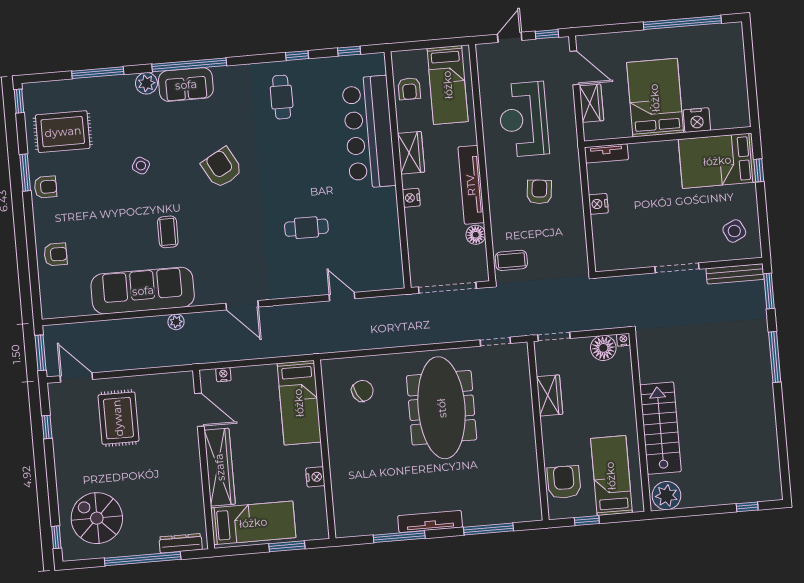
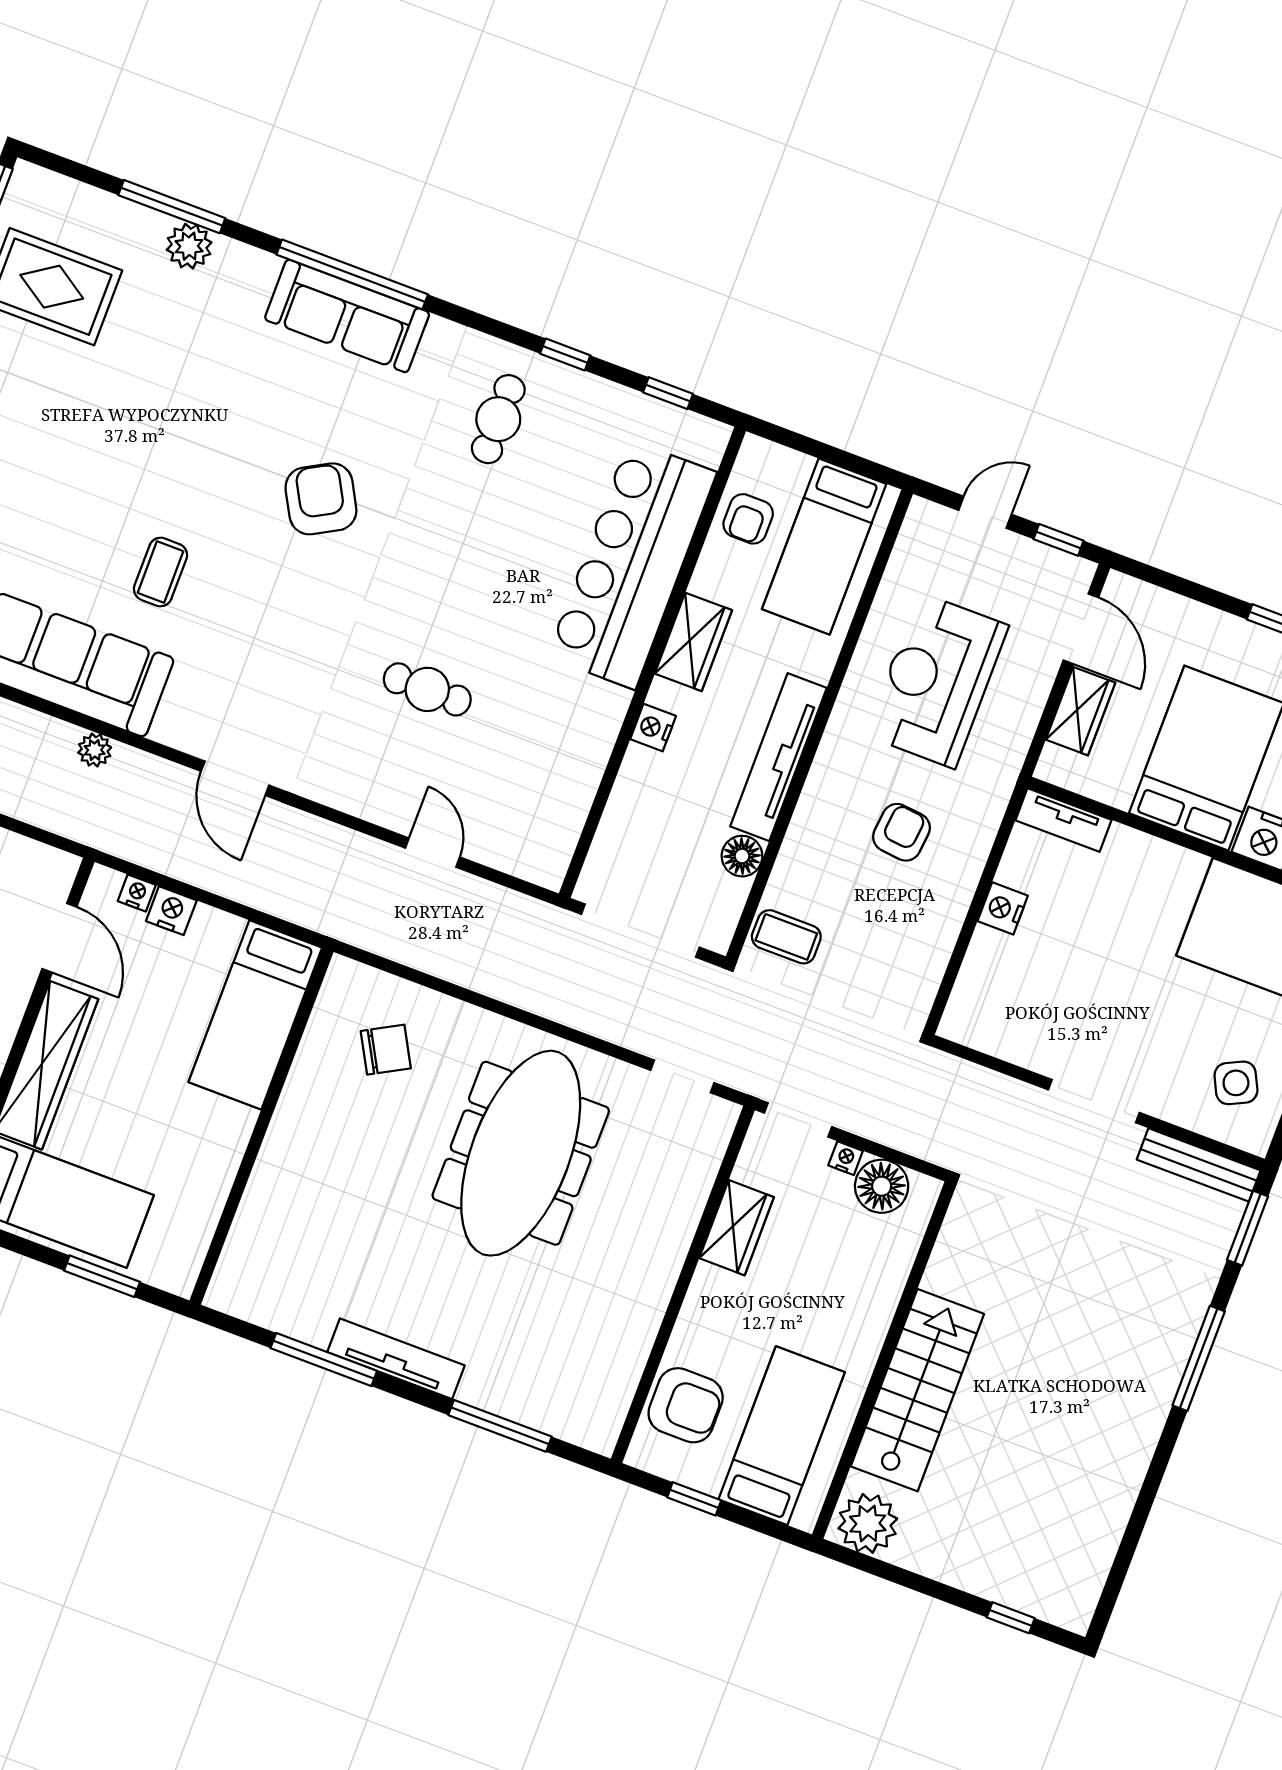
plant: (146, 83) -> (189, 246), moved
sofa: (186, 85) -> (347, 316), width x1.36
side table: (141, 166) -> (169, 422), removed
nightstand: (623, 340) -> (846, 1158), moved
nightstand: (315, 477) -> (171, 911), moved, turned -90
armchair: (564, 482) -> (686, 1405), turned 90

